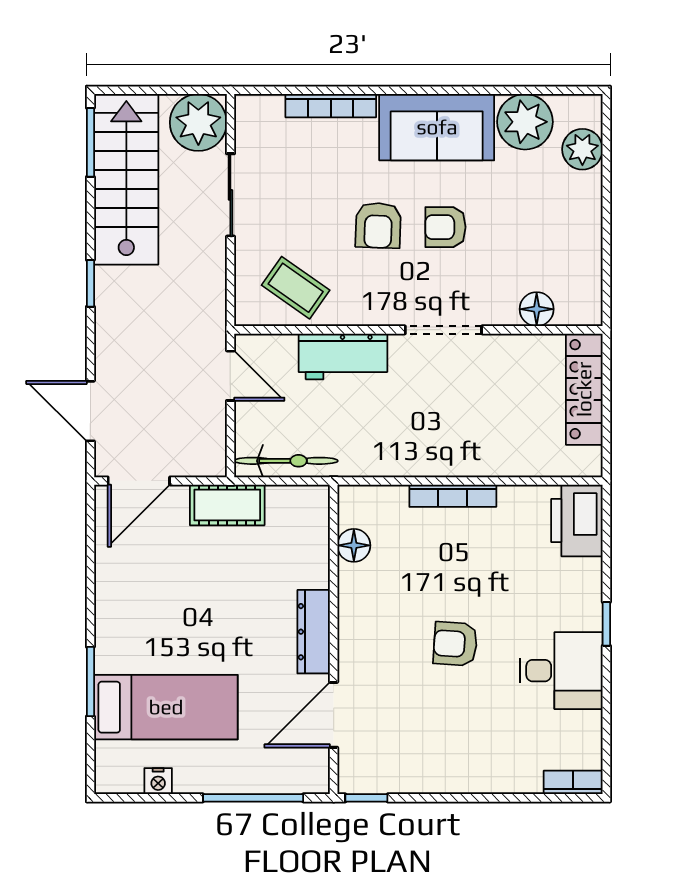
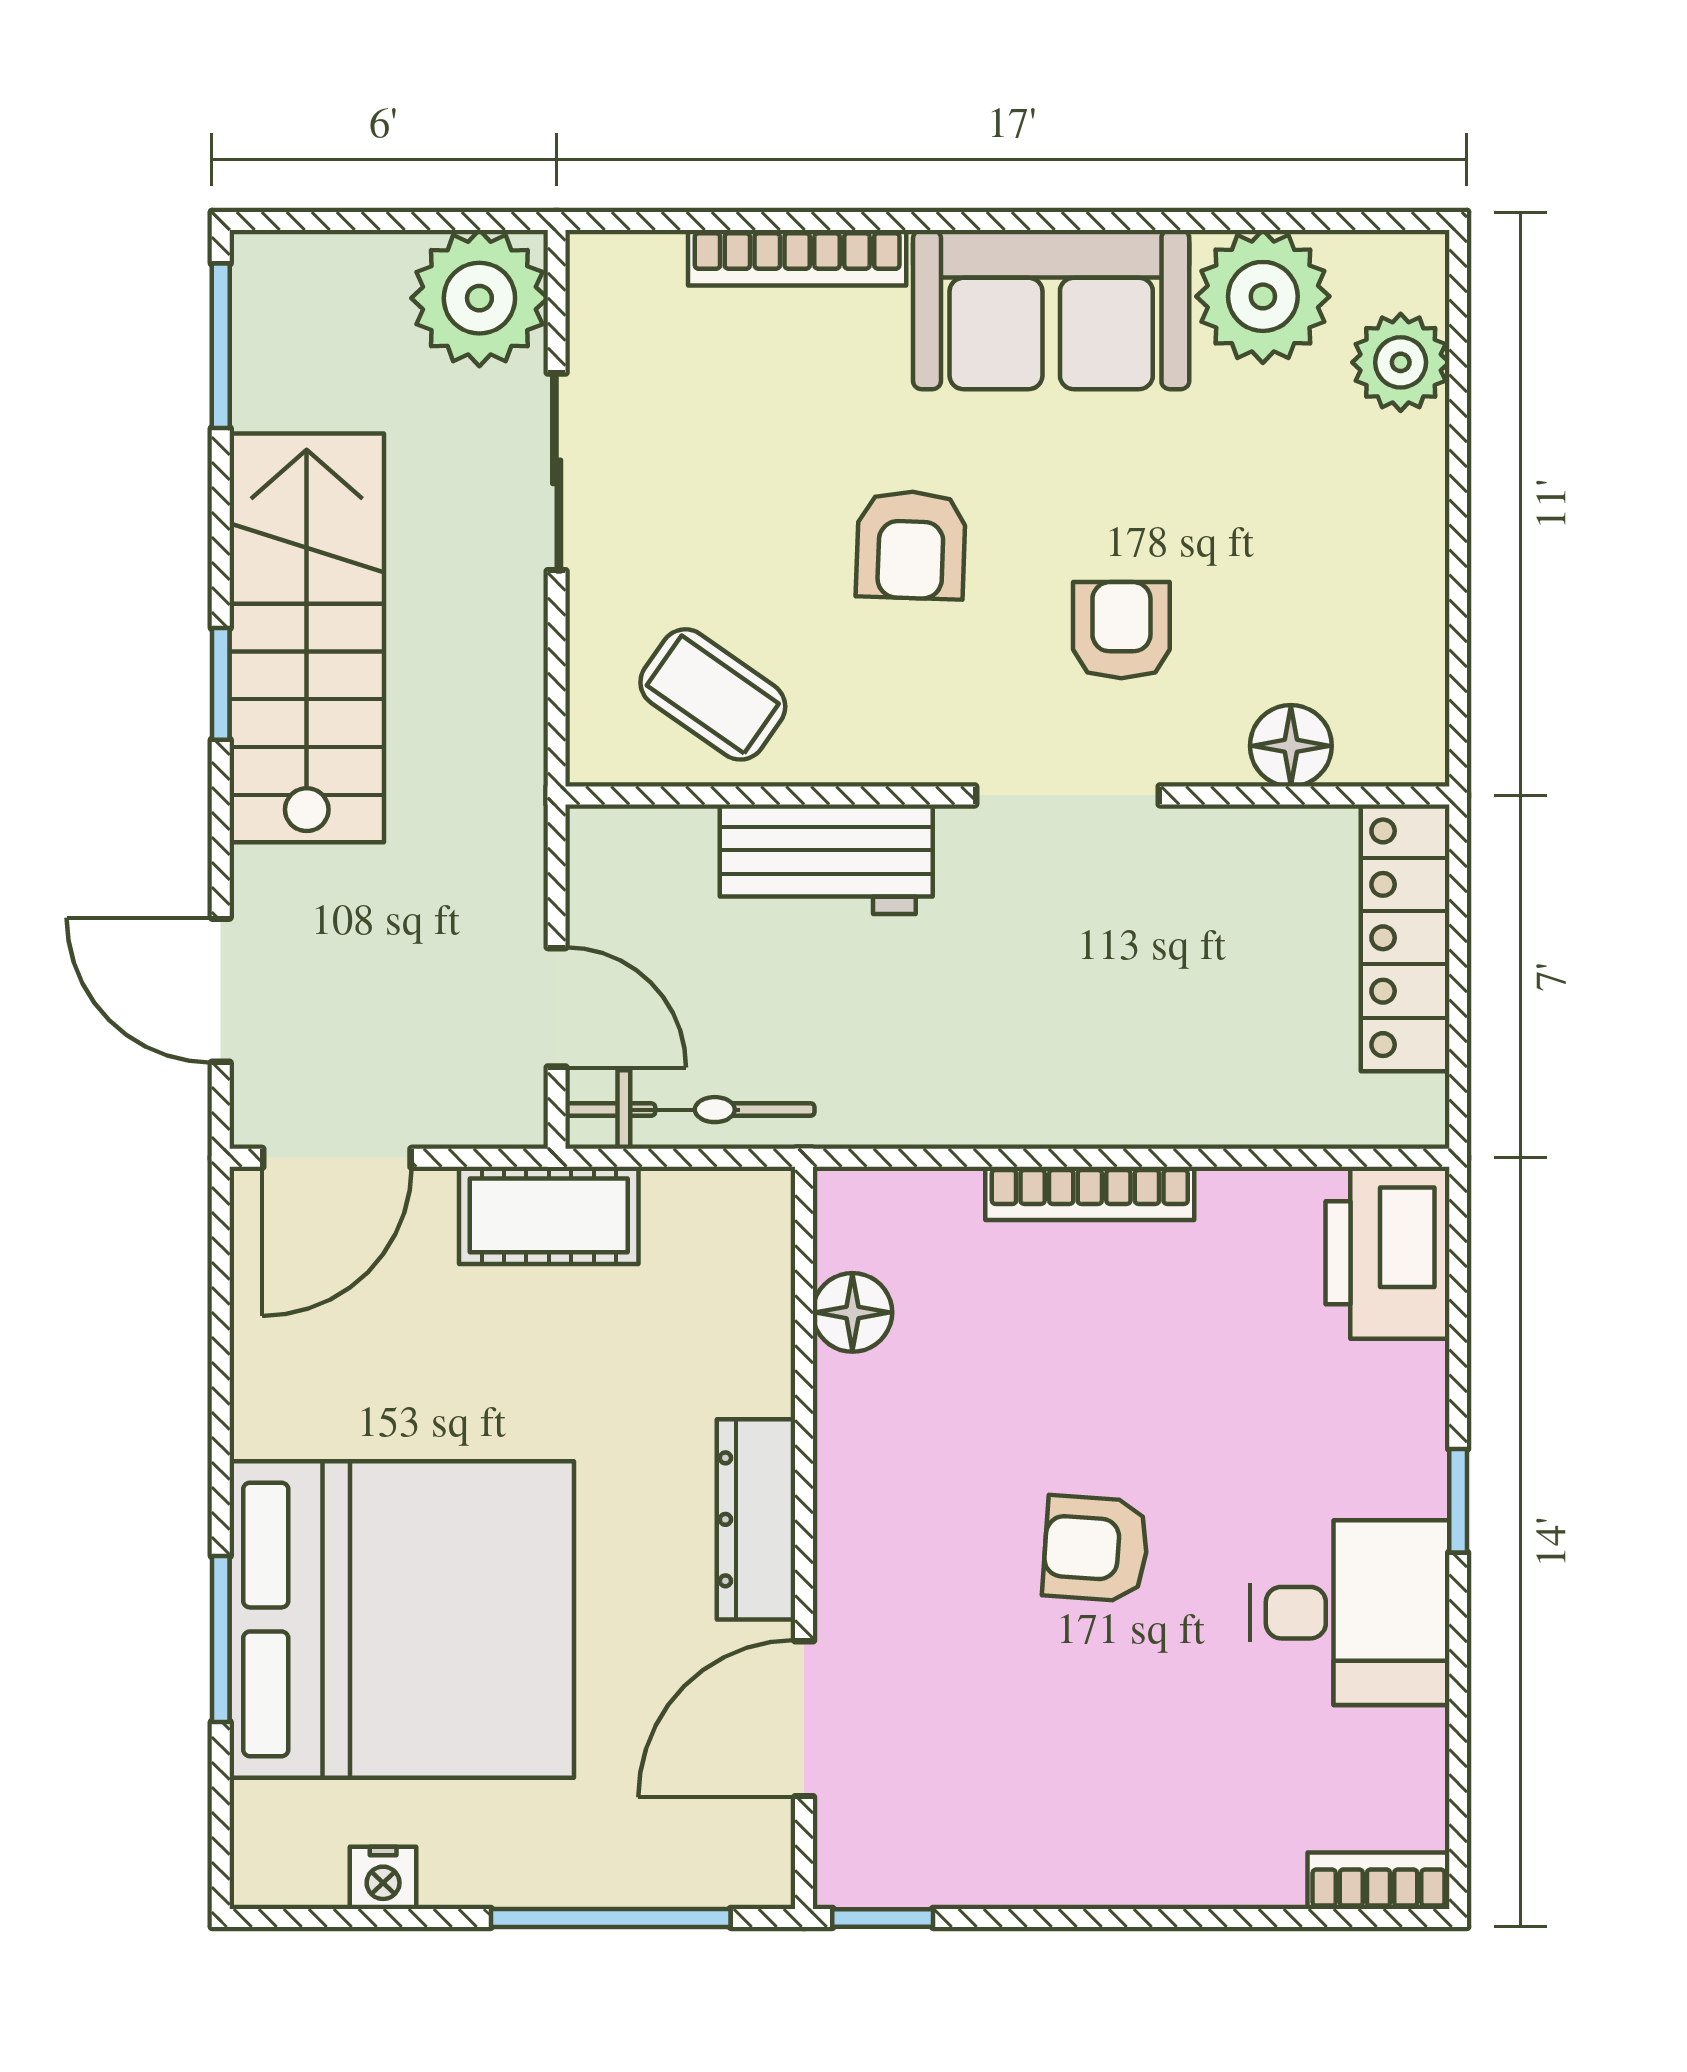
stairs: (126, 179) -> (307, 638), moved
armchair: (445, 227) -> (1121, 630), moved, turned 90
door: (230, 376) -> (557, 1007), moved
bed: (166, 707) -> (402, 1619), width x2.04

